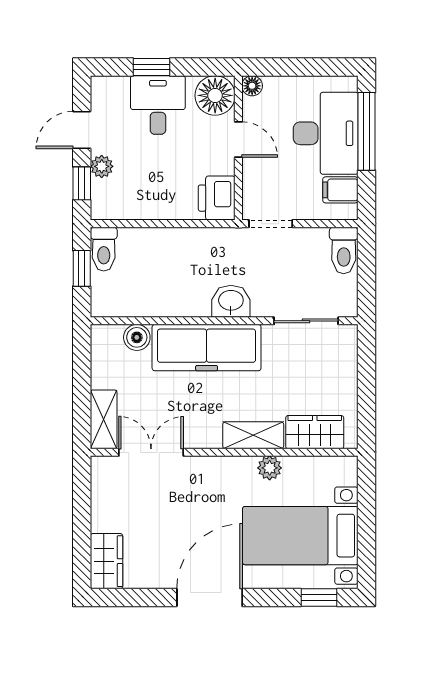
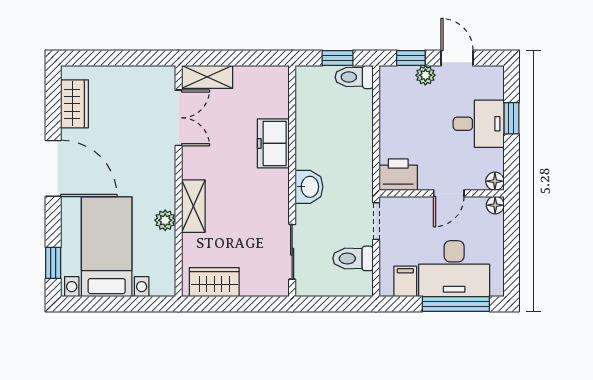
floor lamp: (215, 95) -> (495, 181), width x0.53, depth x0.53
toilet: (344, 250) -> (353, 258), moved
boiler: (137, 337) -> (278, 106), removed
freezer: (207, 348) -> (273, 143), width x0.52, depth x0.79
wardrobe: (315, 432) -> (214, 282), moved, turned -90
wardrobe: (106, 561) -> (74, 104), moved, turned -90

